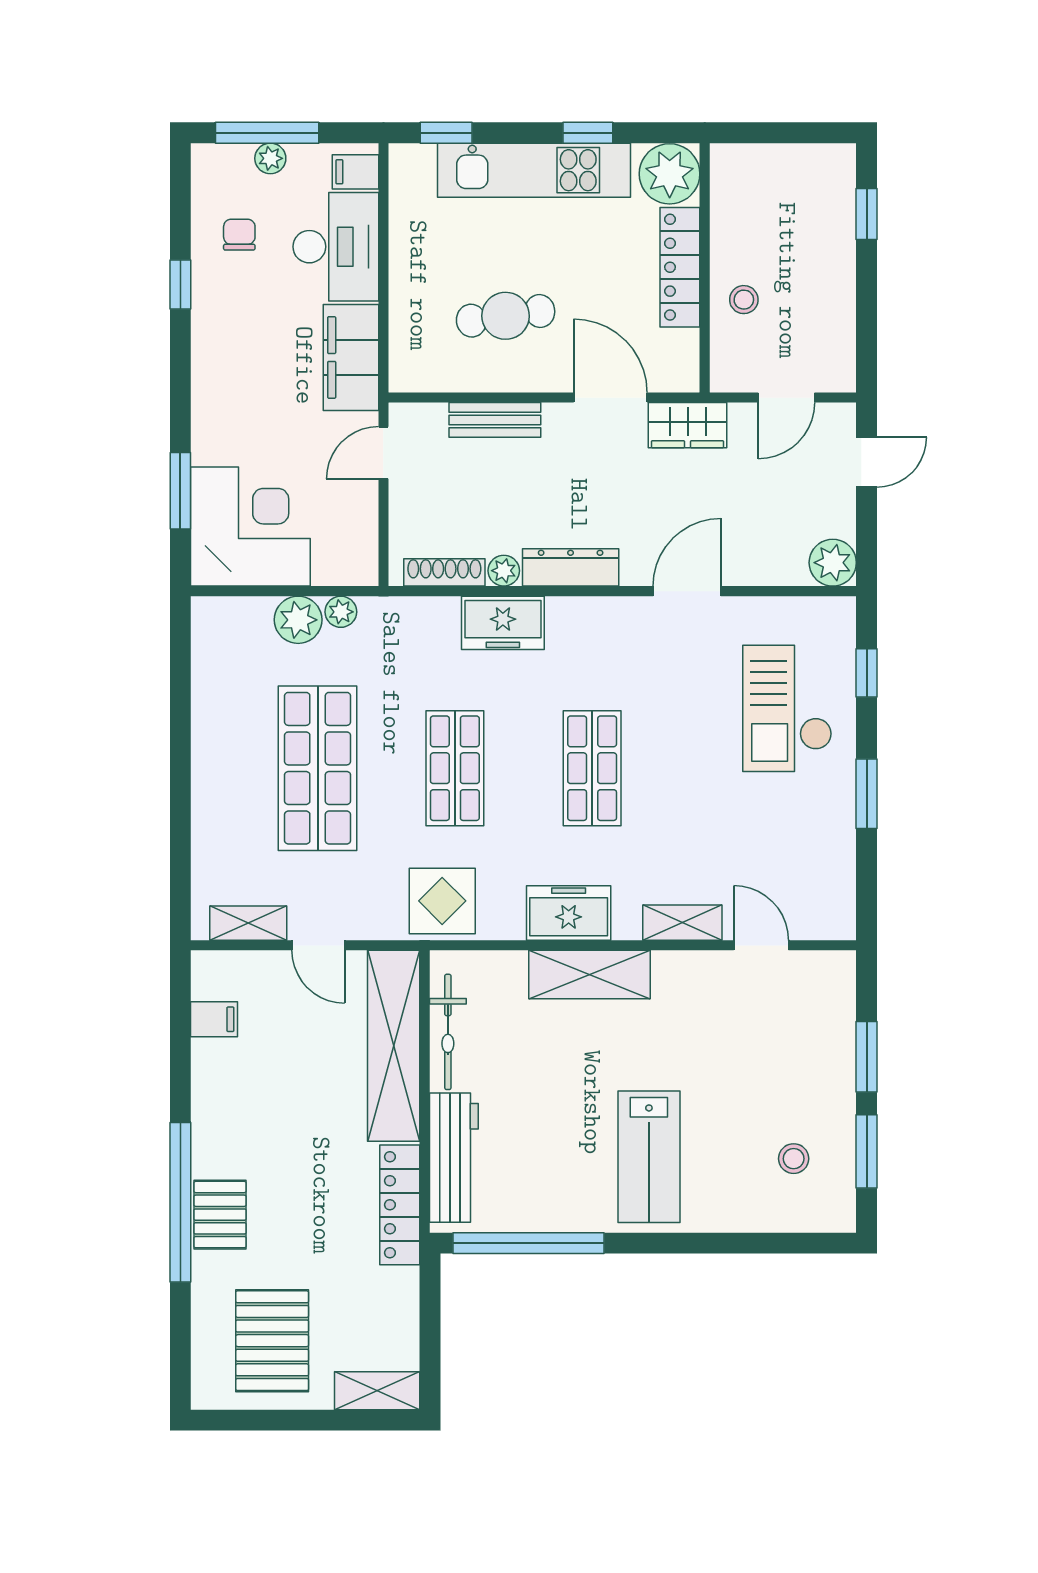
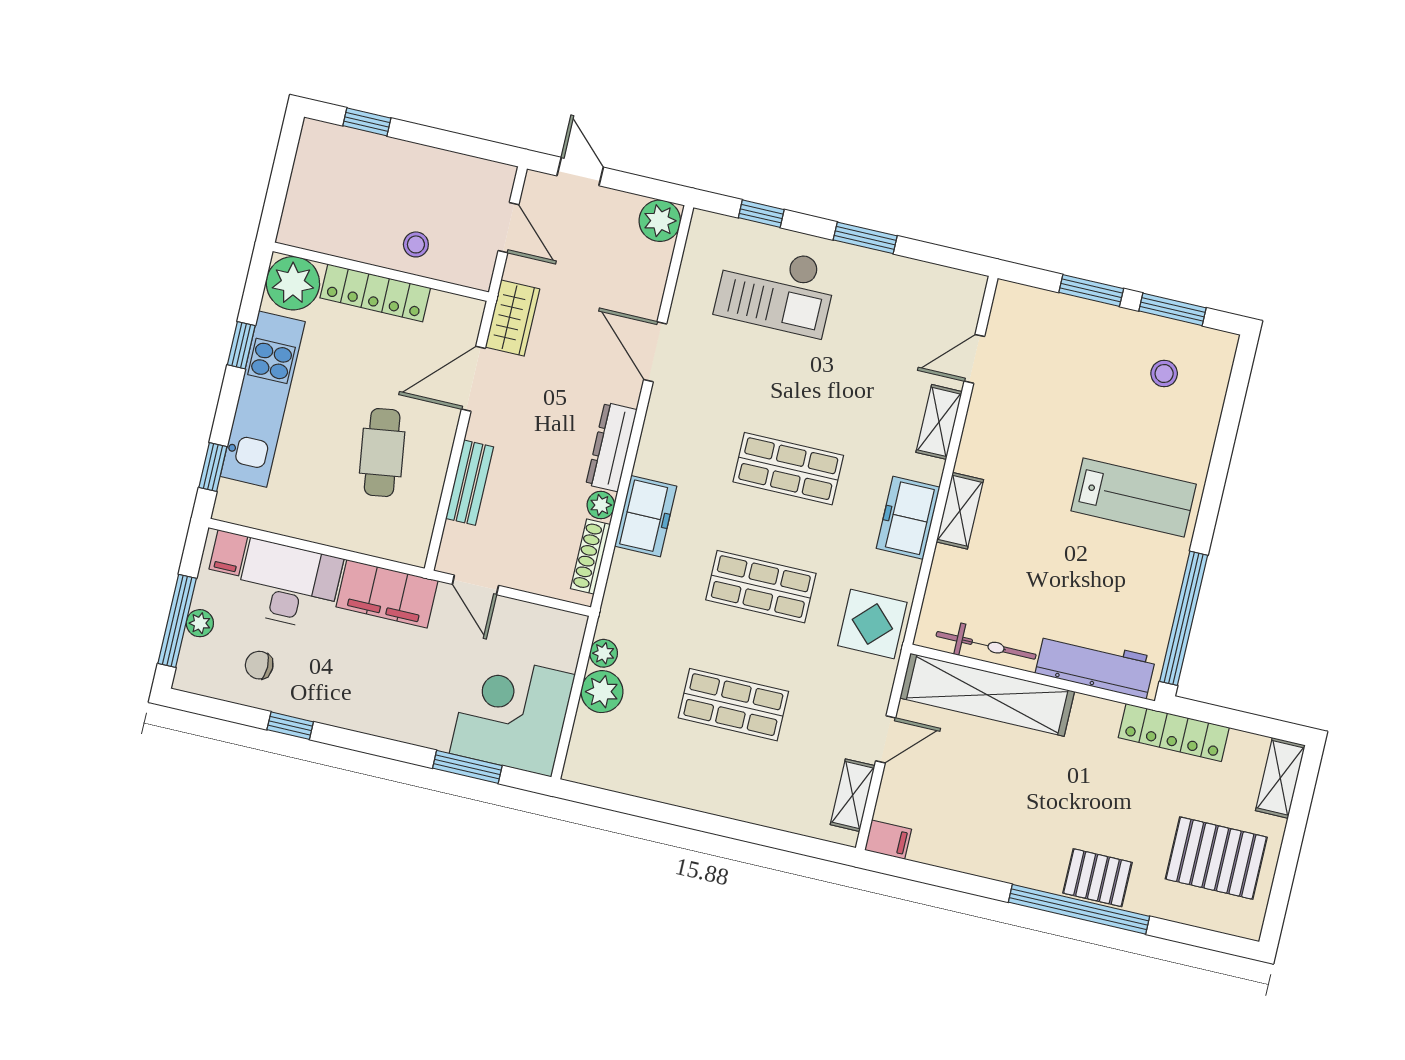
shop shelf: (318, 768) -> (733, 705), width x0.70, depth x0.74
shelving: (590, 974) -> (960, 511), width x0.67, depth x0.75
filing cabinet: (214, 1019) -> (888, 840), moved, turned 90
locker: (400, 1205) -> (1174, 733), moved

